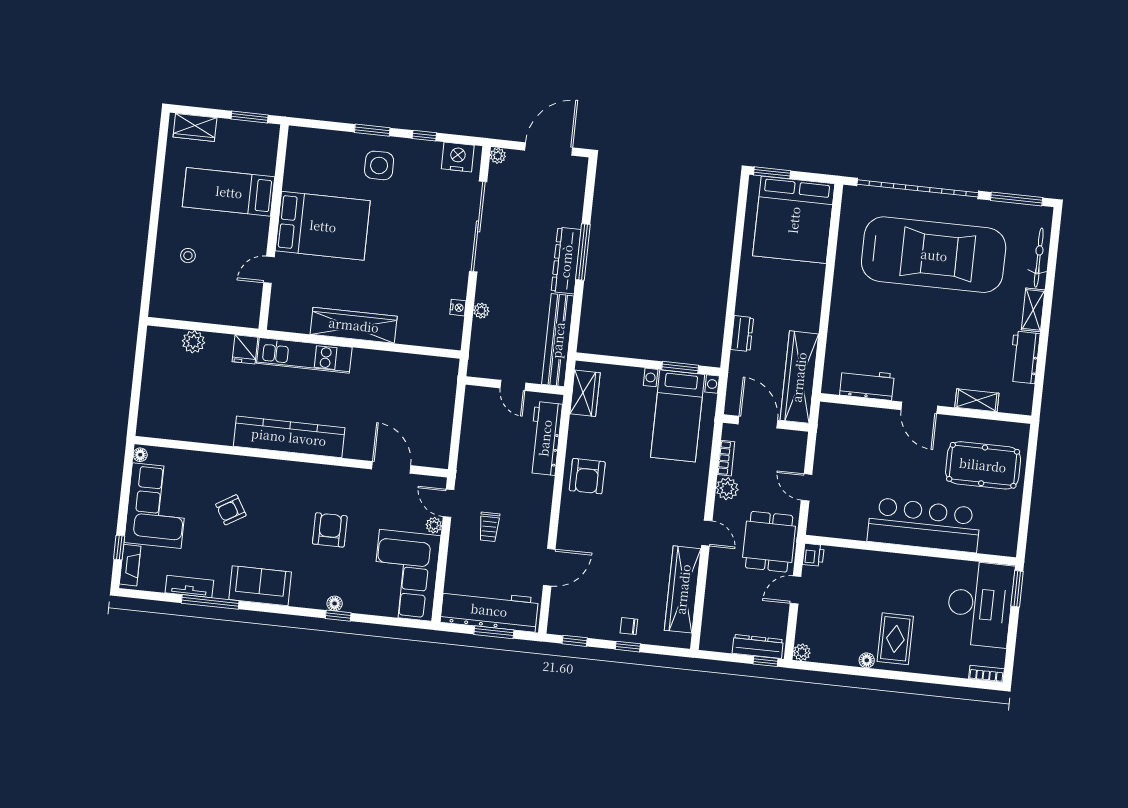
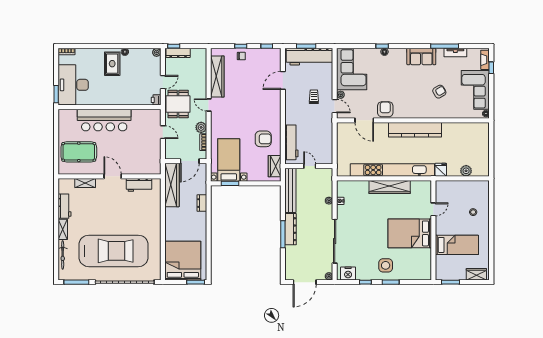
car: (934, 255) -> (114, 251), turned 180
kitchen unit: (304, 355) -> (392, 170), width x1.86
door: (758, 422) -> (190, 161), hinge flipped
armchair: (587, 476) -> (263, 139), moved, turned 90
armchair: (330, 530) -> (385, 109), moved, turned 180

